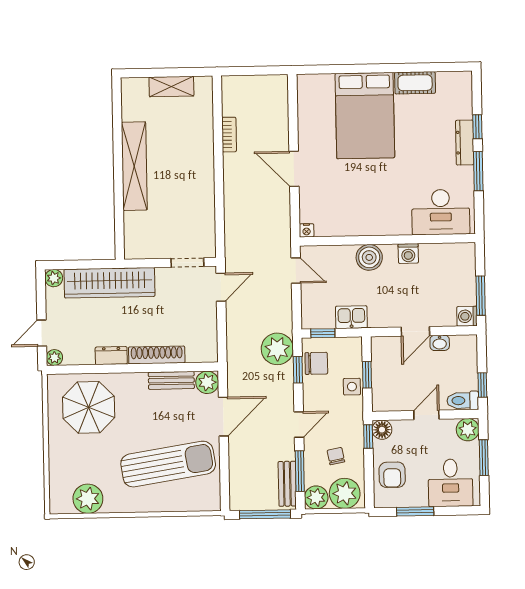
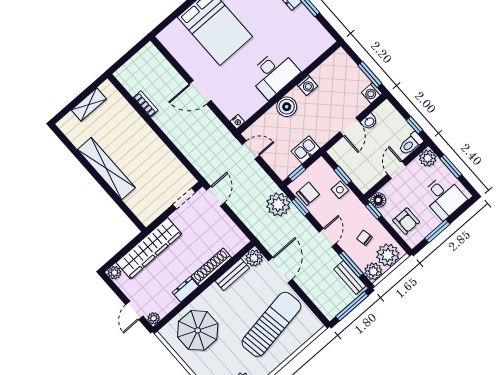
desk: (441, 212) -> (274, 74), moved

